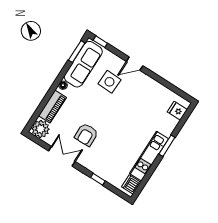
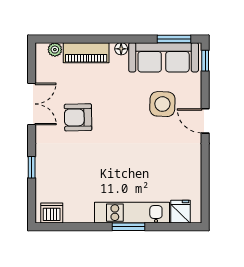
plant: (41, 129) -> (55, 50), width x0.53, depth x0.53
kitchen unit: (149, 156) -> (132, 213), moved

